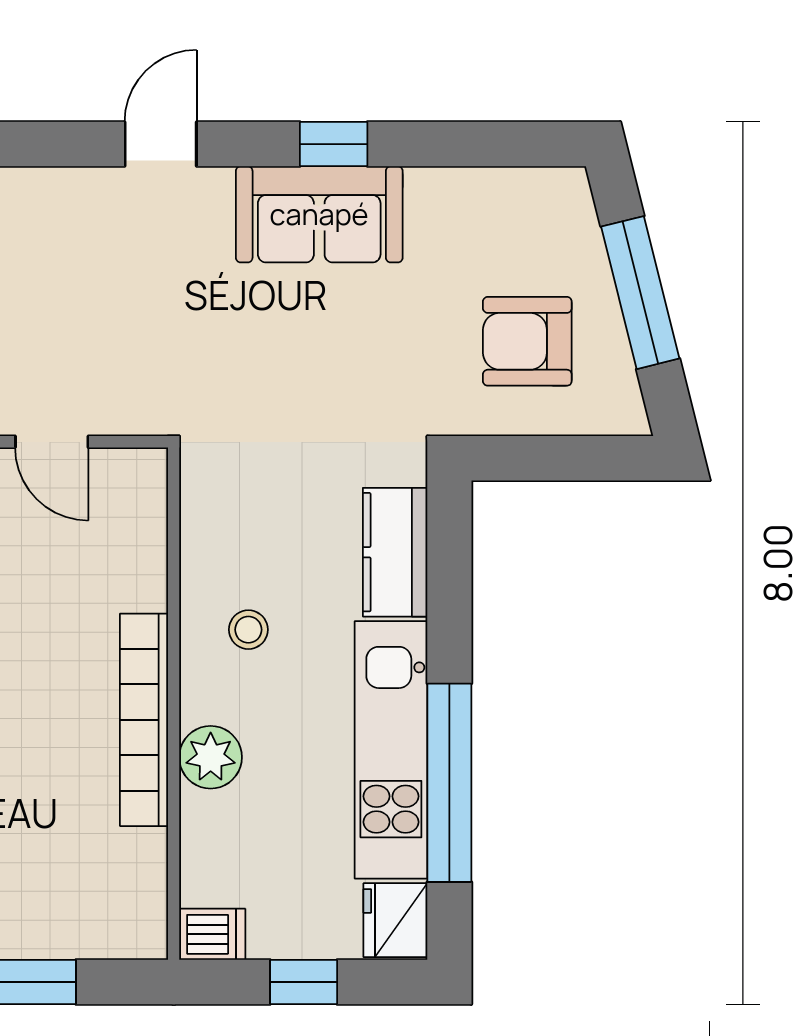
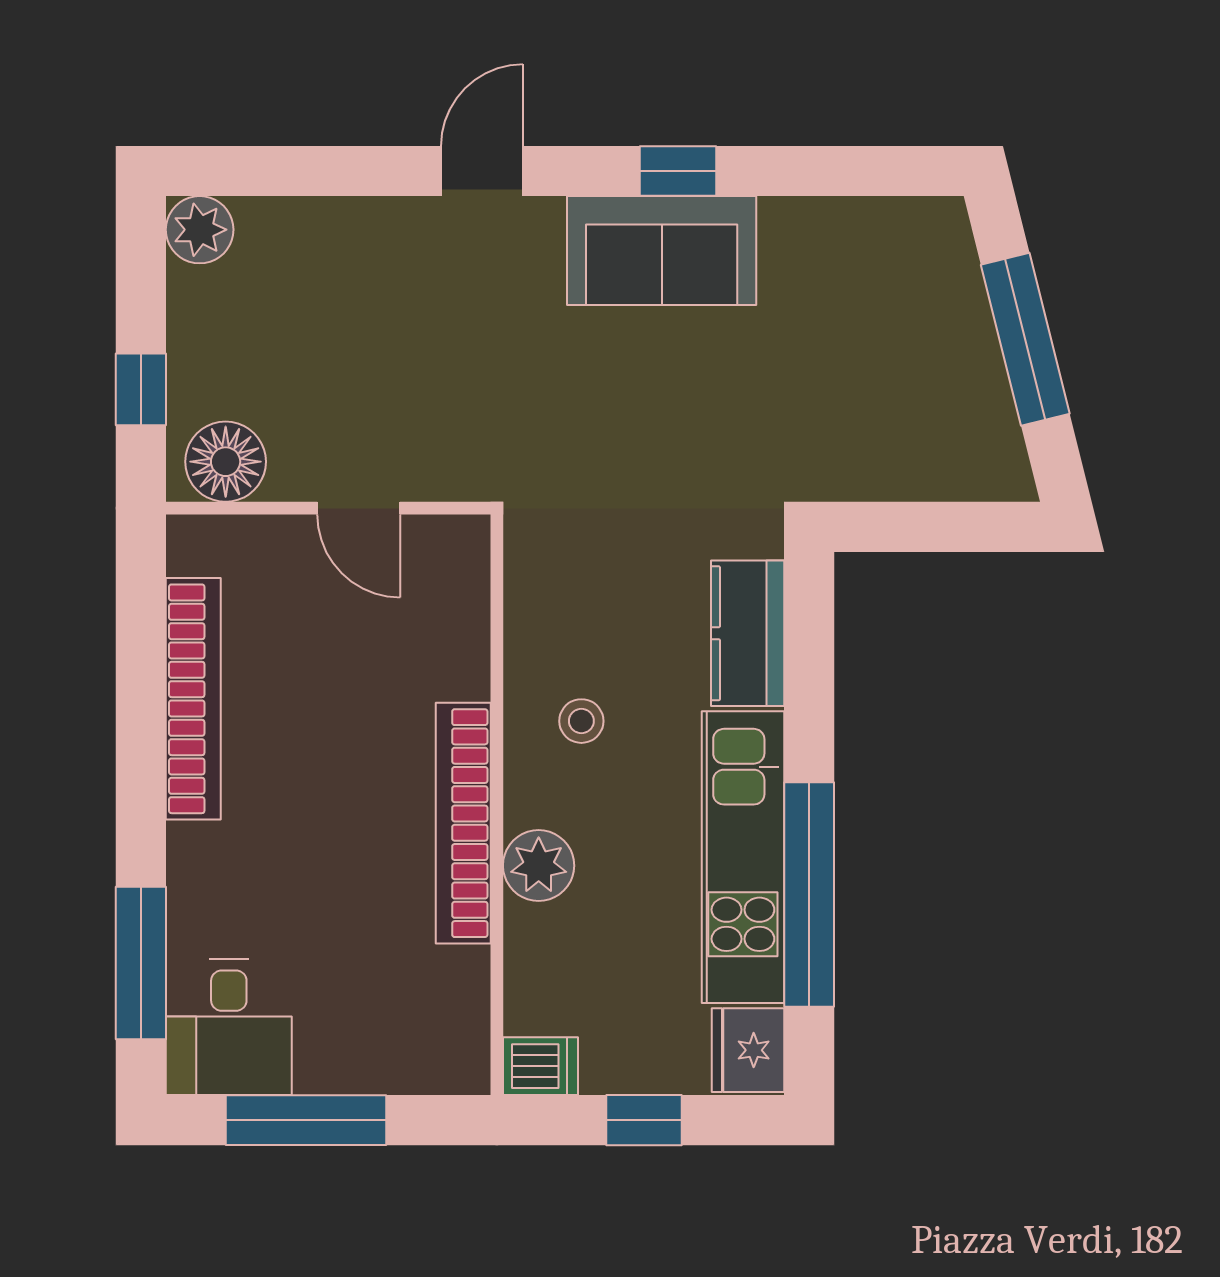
armchair: (527, 341) -> (897, 394), removed

